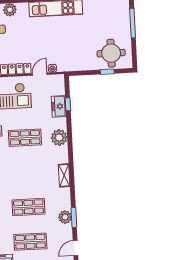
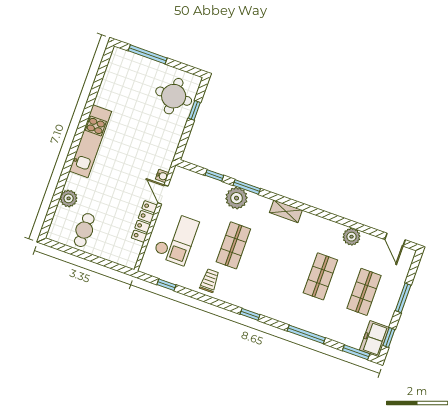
freezer: (59, 106) -> (212, 188), removed
plant: (59, 138) -> (237, 198), moved
shelving: (64, 175) -> (286, 211), moved
window: (74, 218) -> (247, 187), moved

